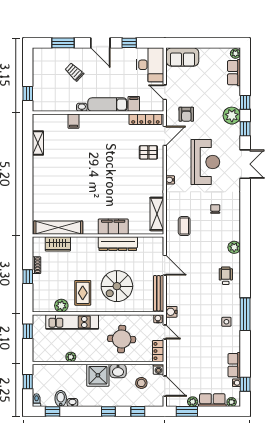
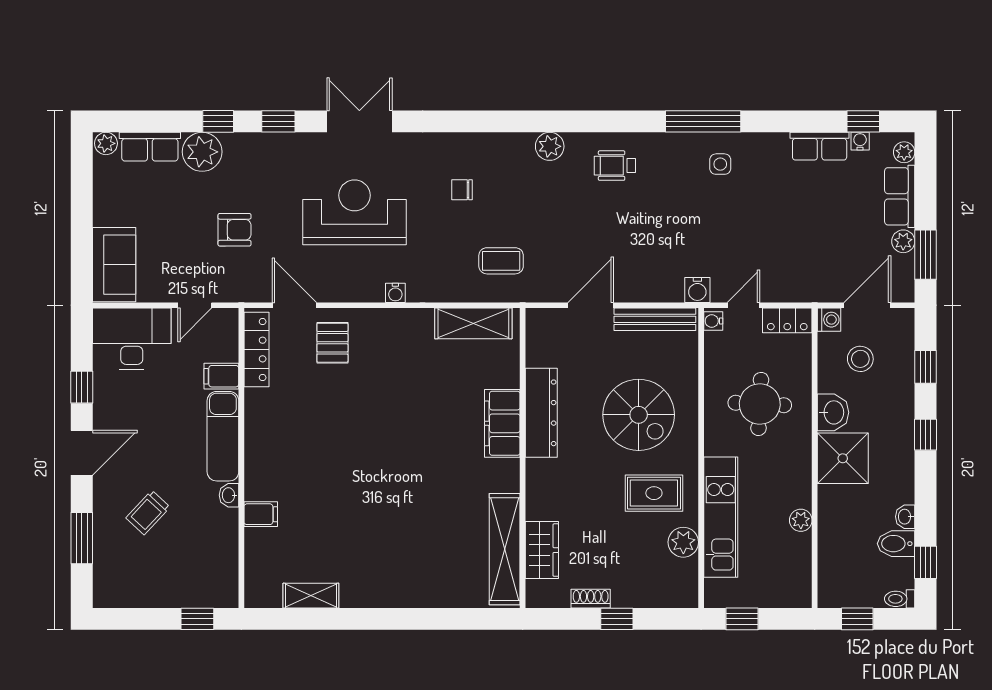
armchair: (186, 114) -> (235, 230), moved
plant: (232, 116) -> (202, 152), moved

